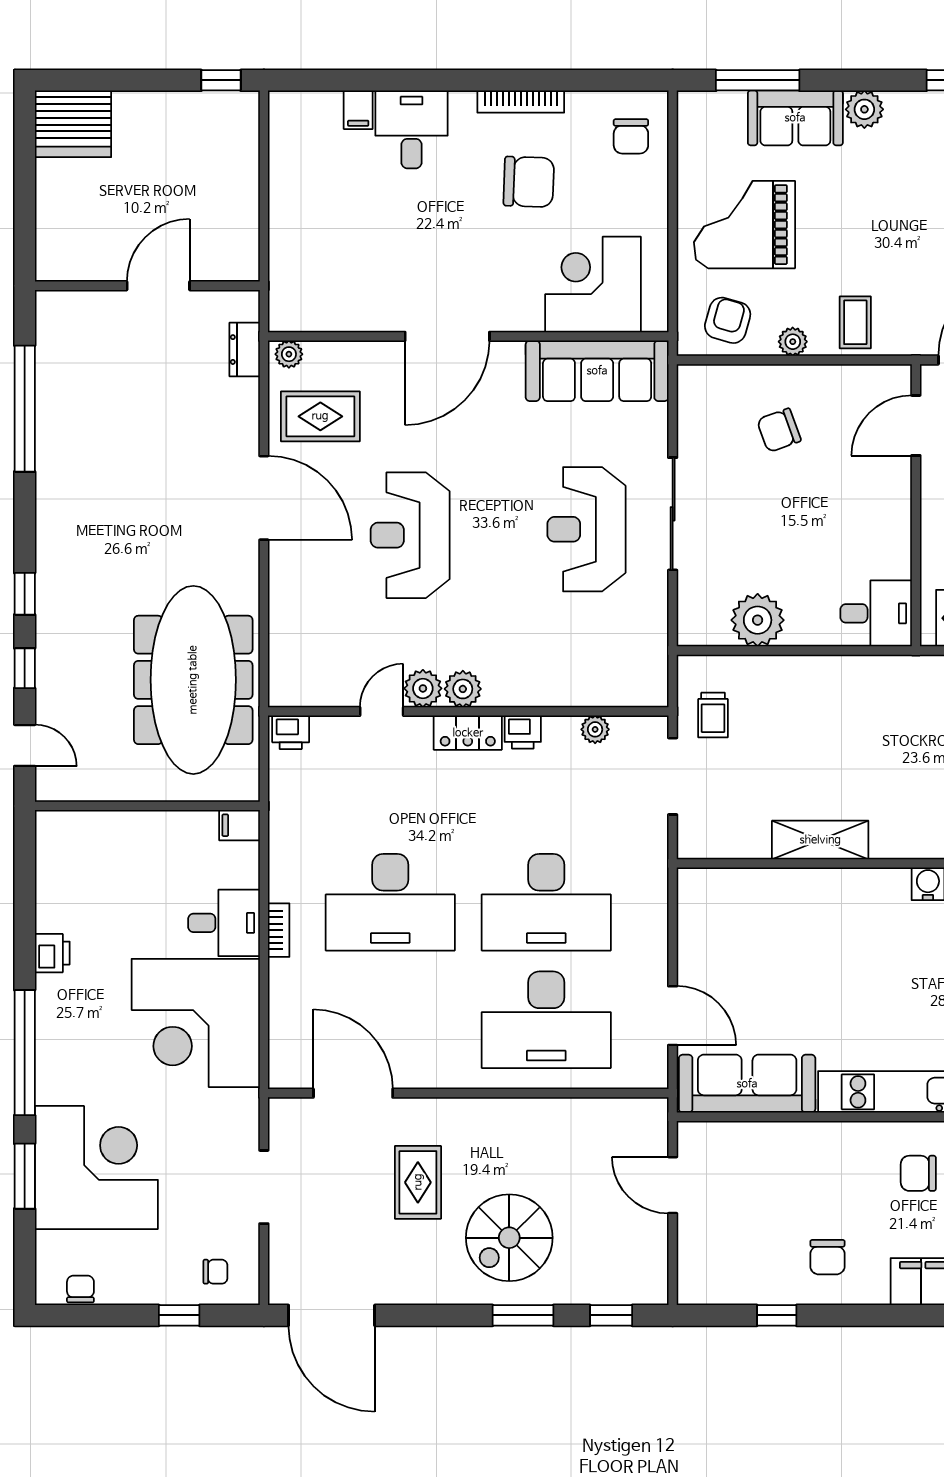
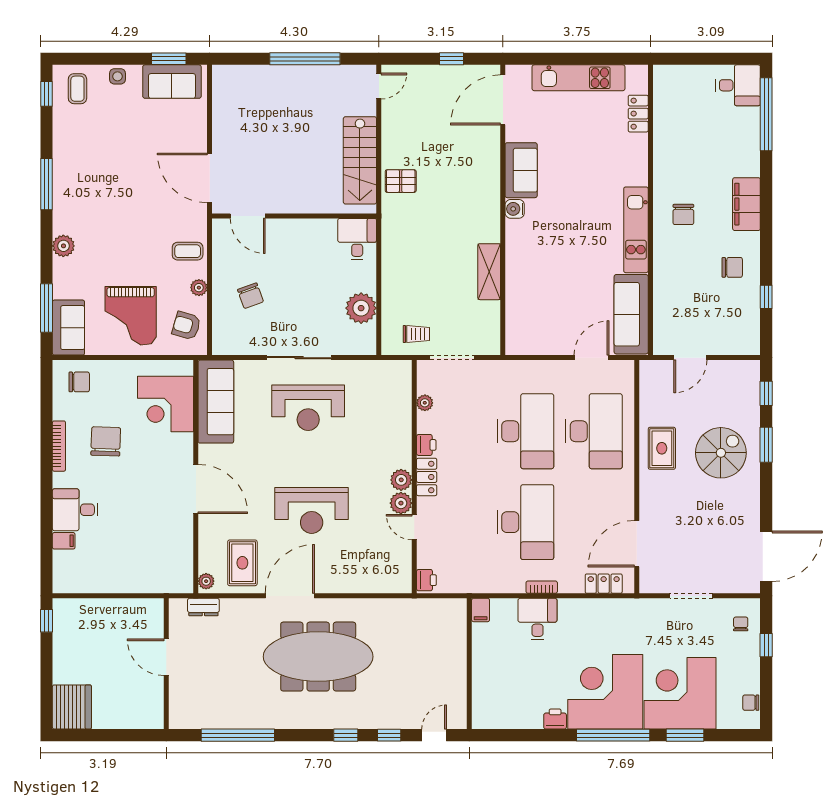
sofa: (795, 118) -> (68, 328), moved
meeting table: (193, 680) -> (318, 657), moved
corner desk: (196, 1023) -> (605, 692), moved, turned 180
locker: (285, 1036) -> (604, 584), added
rug: (418, 1182) -> (662, 448), moved, turned 90
spiral stairs: (509, 1238) -> (721, 453), turned -90

